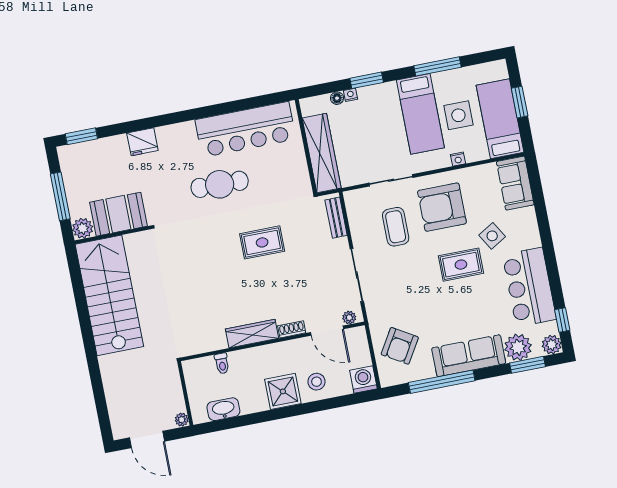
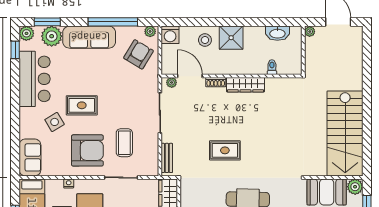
plant: (391, 379) -> (150, 31), added

